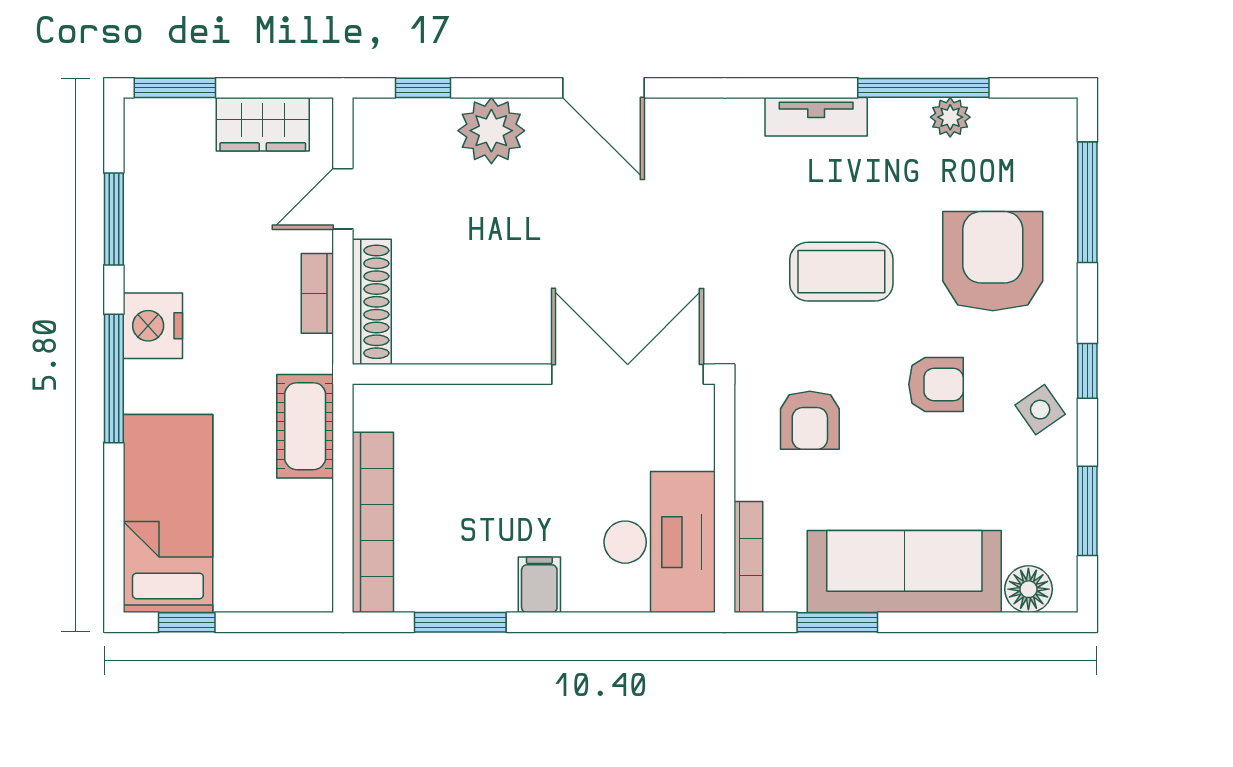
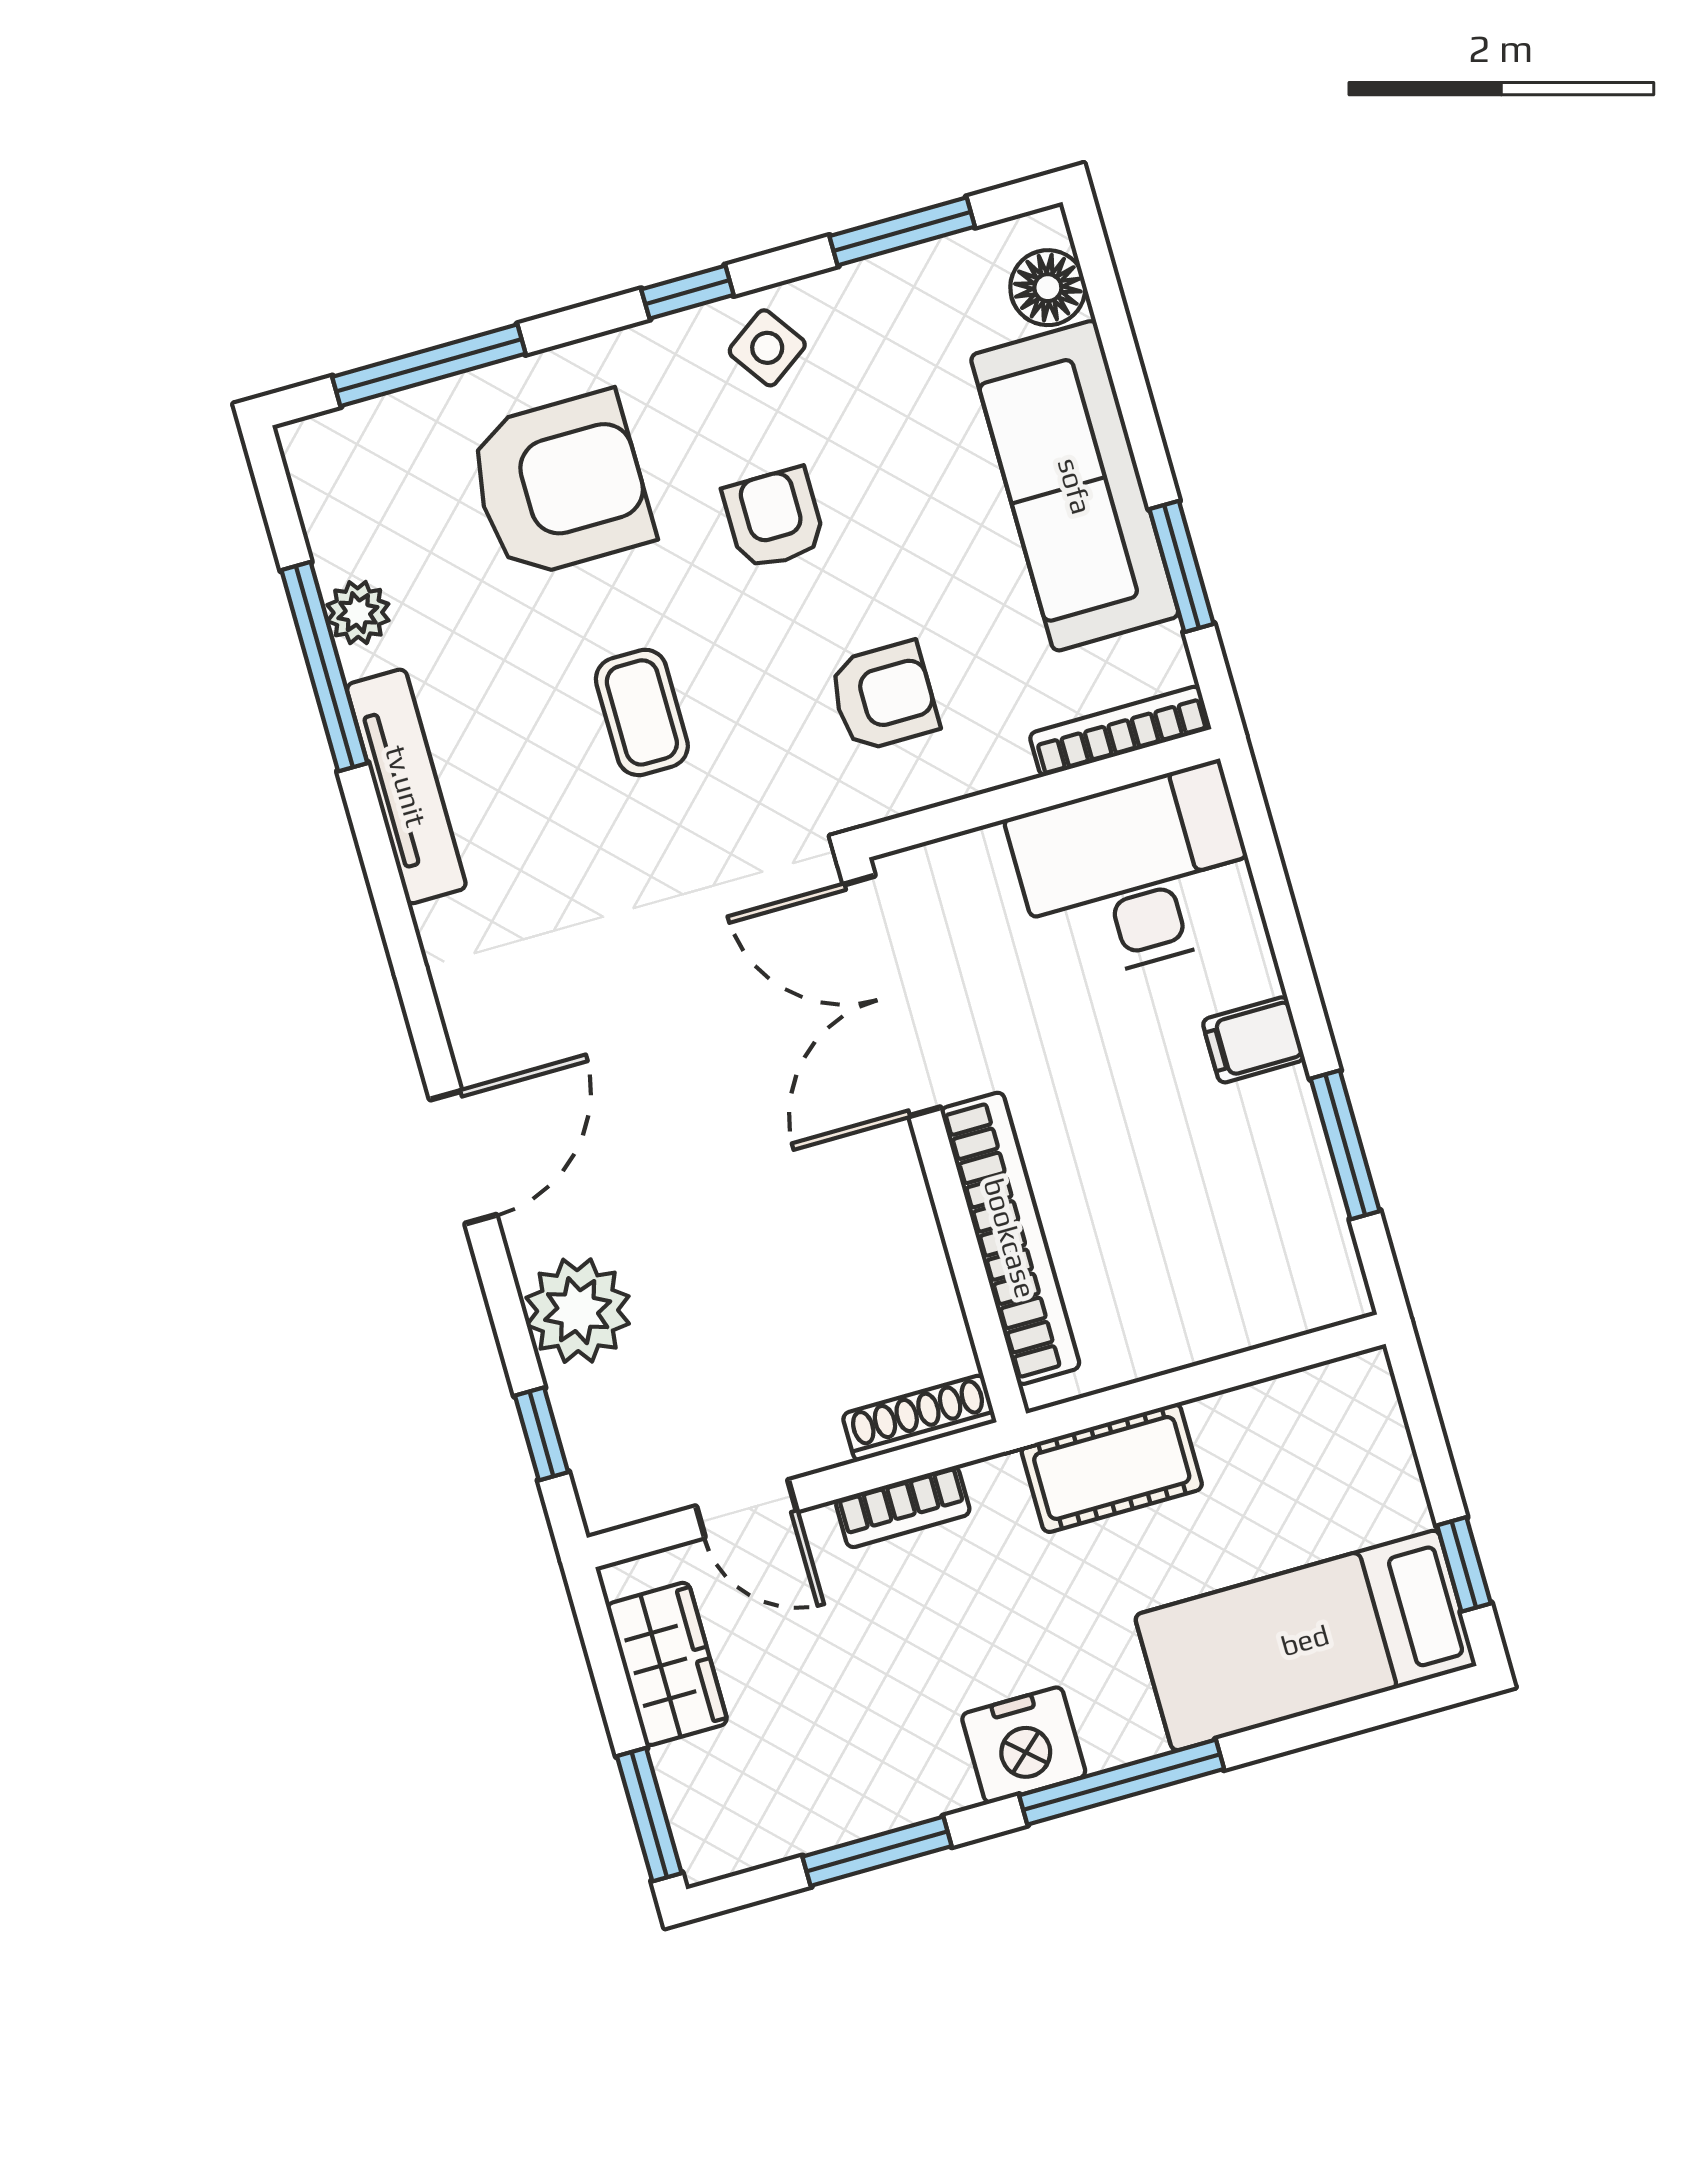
tv unit: (816, 117) -> (406, 786), width x1.41
armchair: (993, 261) -> (560, 485), turned 180
coffee table: (841, 272) -> (642, 712), width x0.73, depth x0.77
shoe rack: (372, 302) -> (919, 1418), width x0.74, depth x0.81
bookcase: (373, 522) -> (1010, 1238), moved, turned 90

